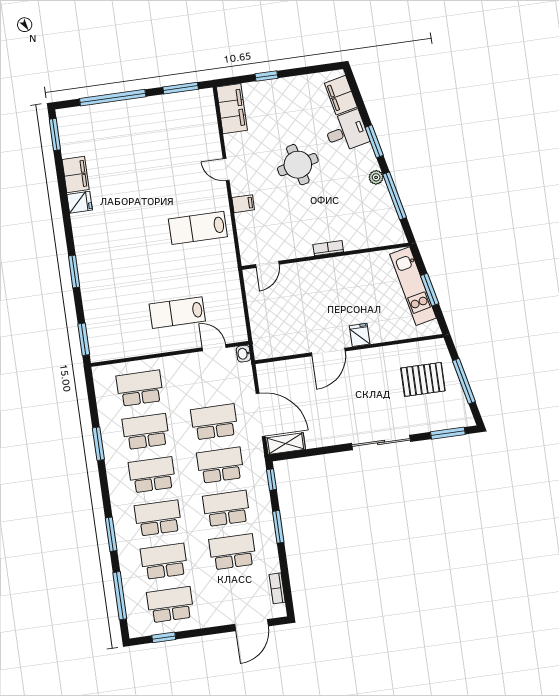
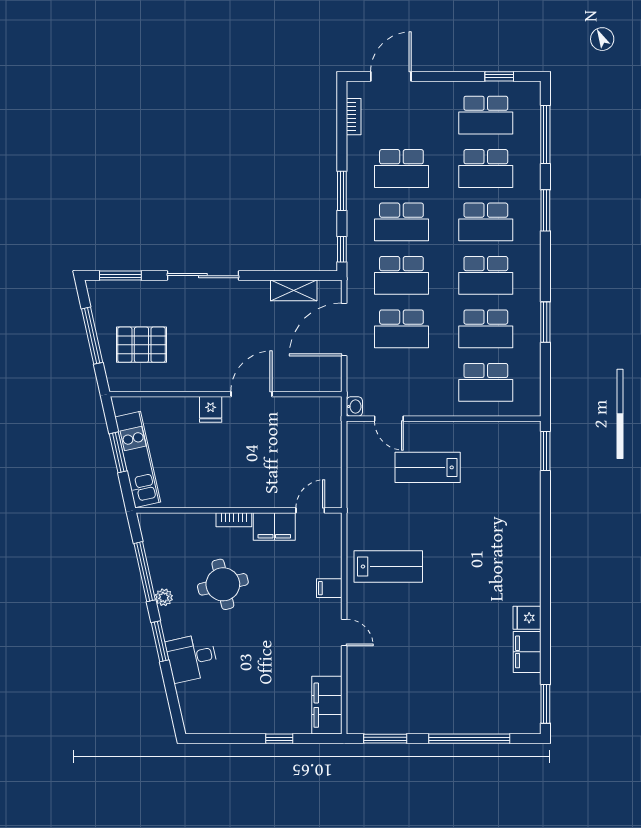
filing cabinet: (341, 95) -> (274, 527), moved, turned 102
round table: (298, 165) -> (223, 584), moved
window: (74, 271) -> (545, 535), removed
lab bench: (177, 313) -> (428, 467), turned 180
door: (261, 415) -> (344, 329), hinge flipped
shelving: (286, 444) -> (294, 290), moved

